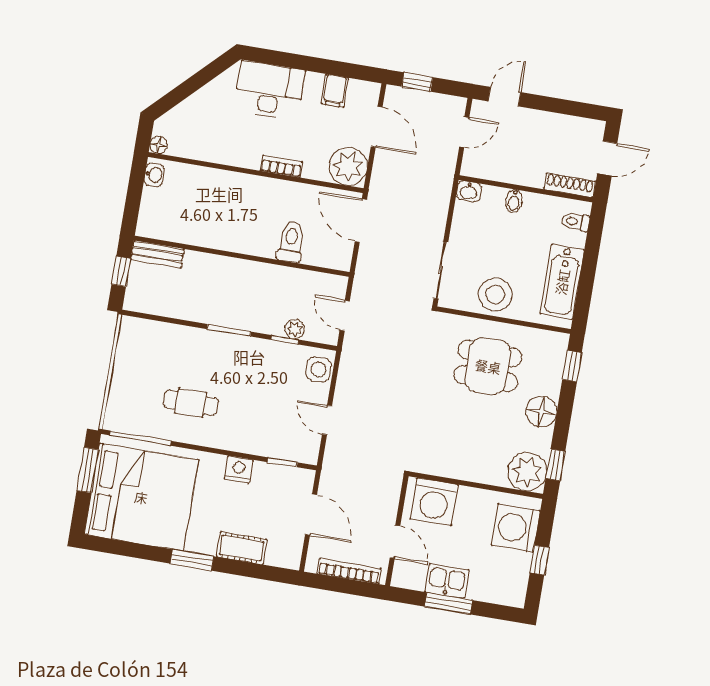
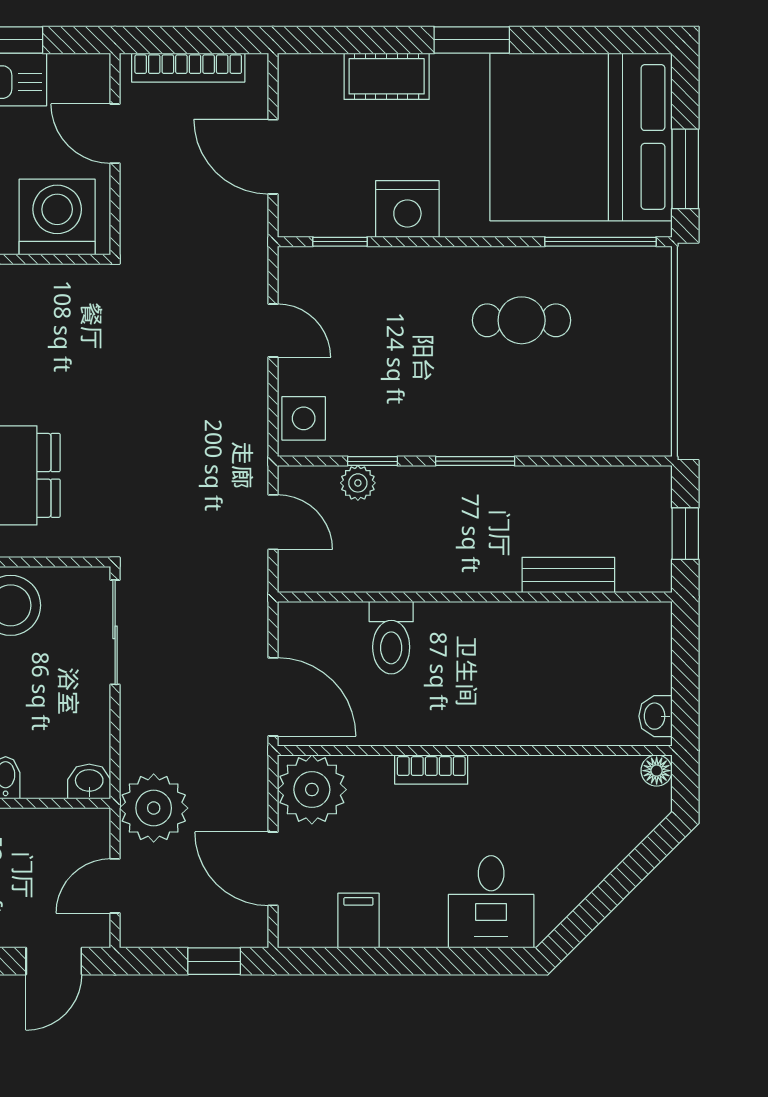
desk: (270, 90) -> (491, 902), width x0.73
plant: (436, 171) -> (154, 808), added
bench: (157, 254) -> (568, 575), moved
nightstand: (239, 469) -> (407, 209), width x1.36, depth x1.33

